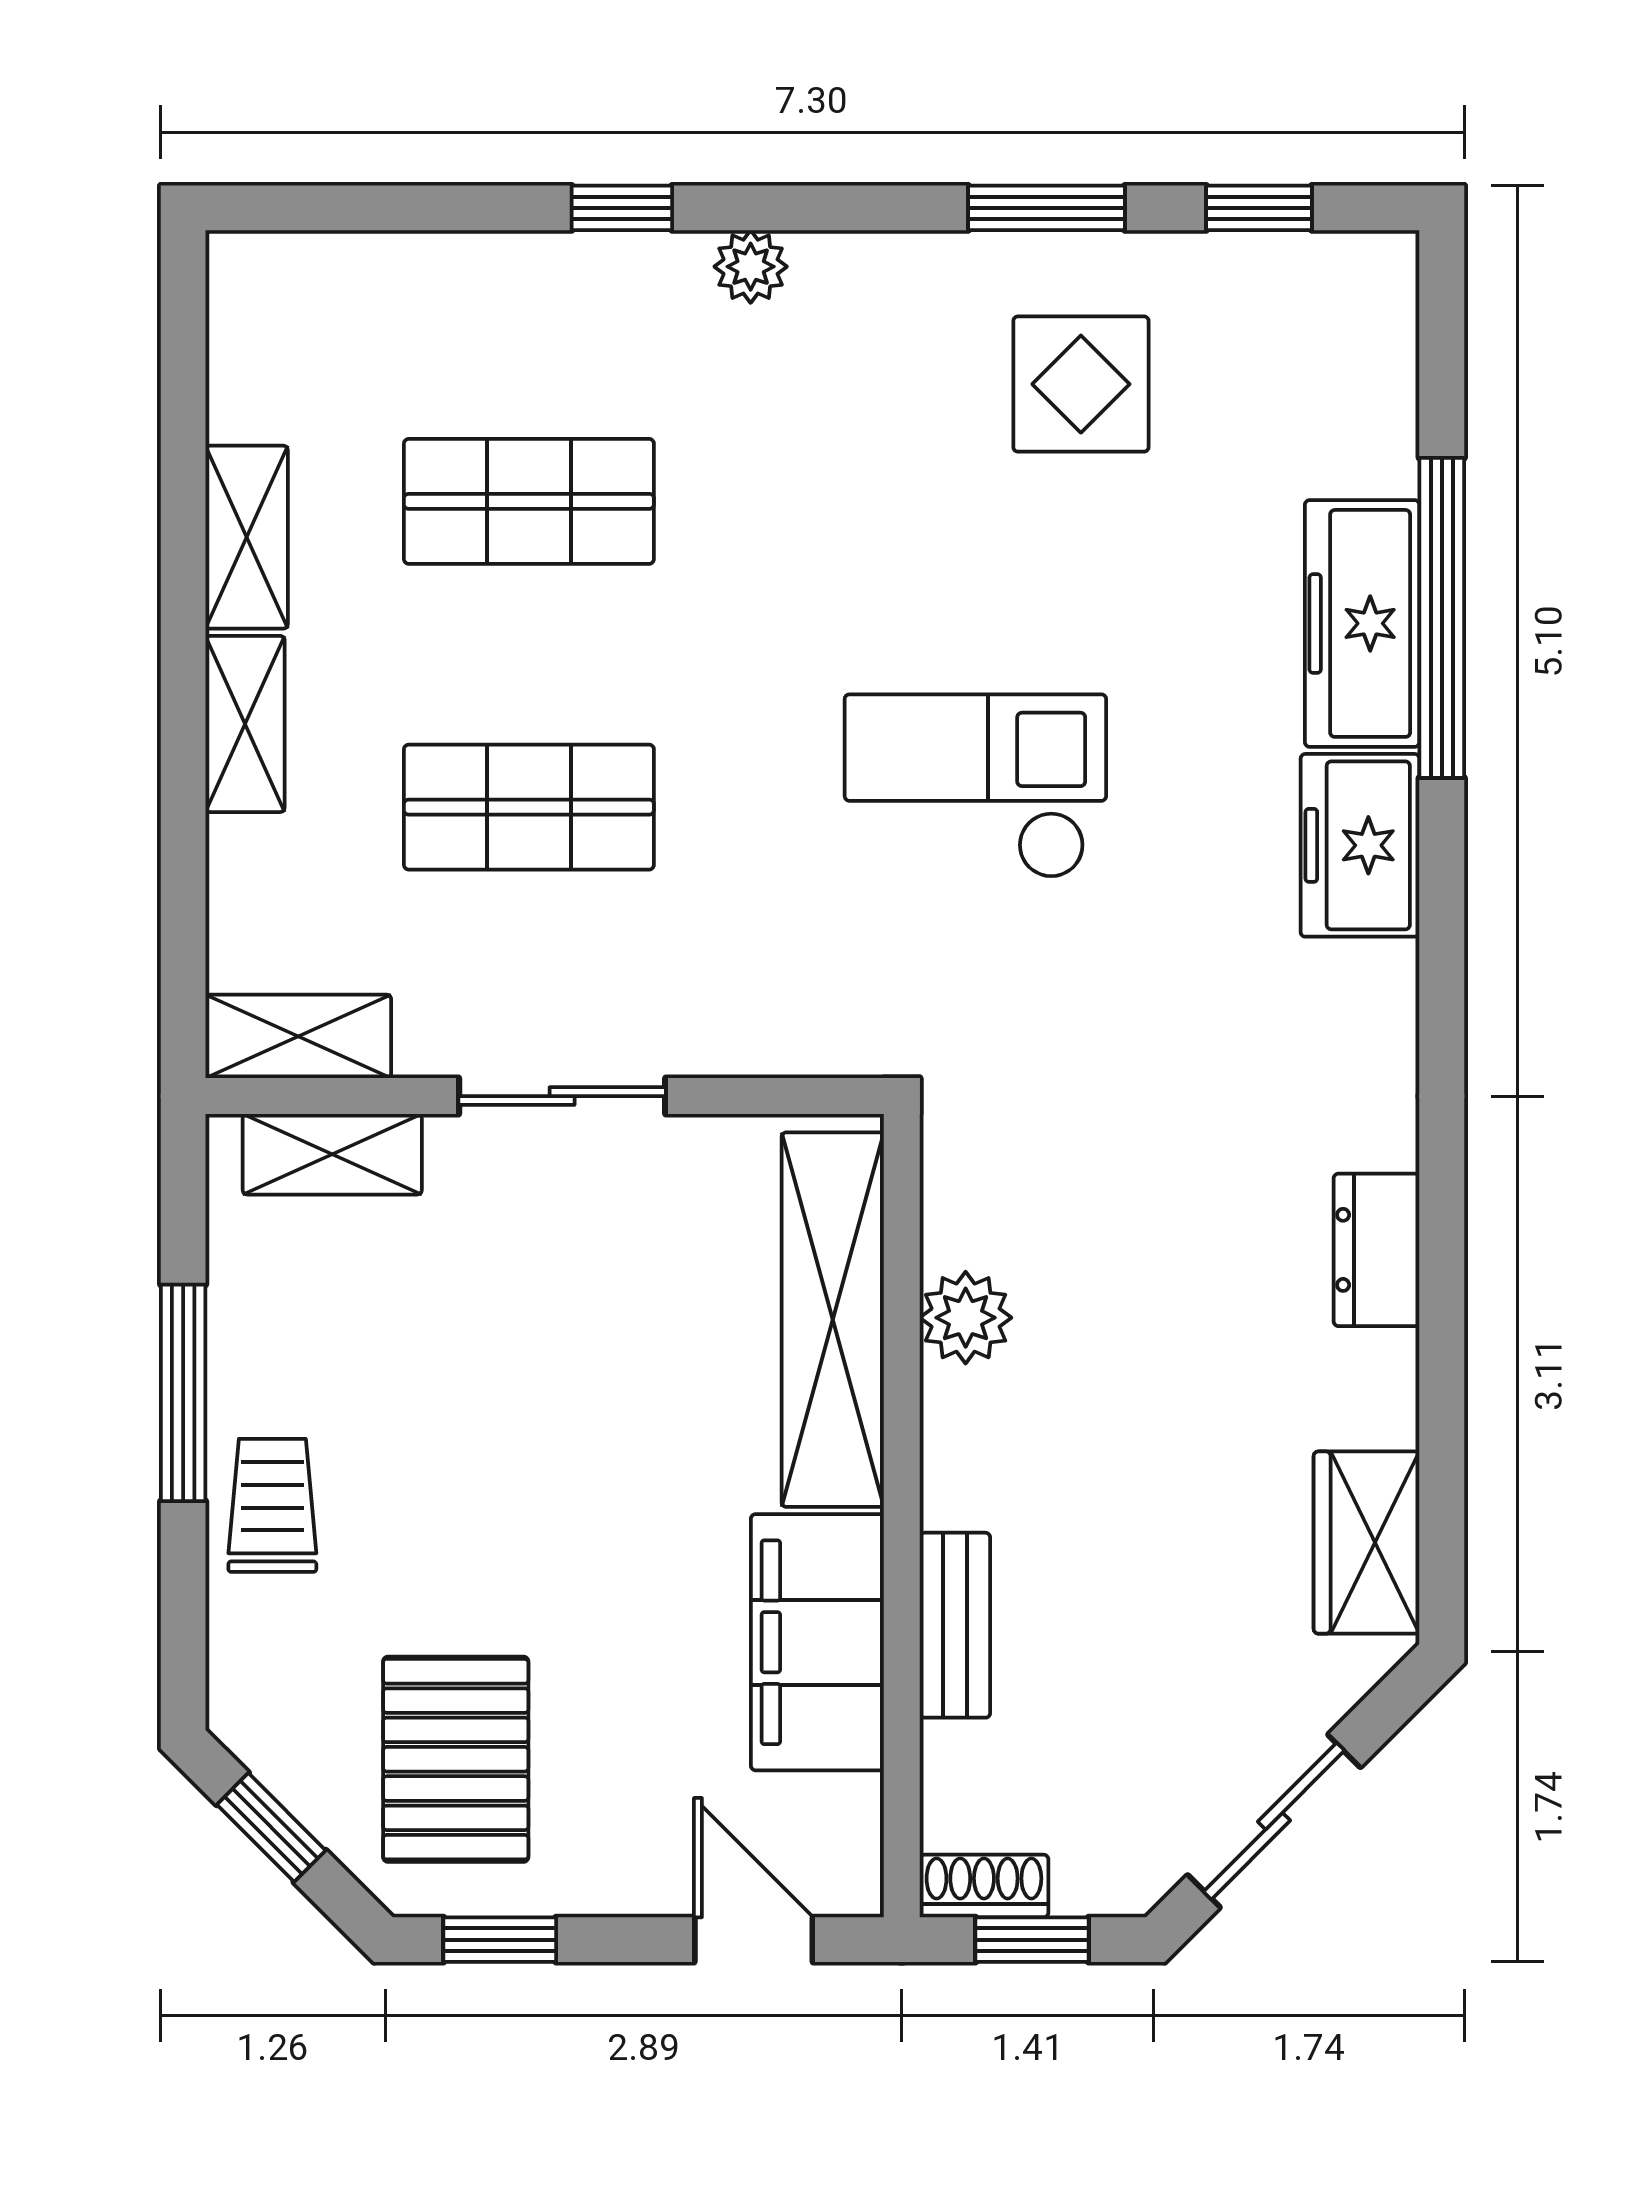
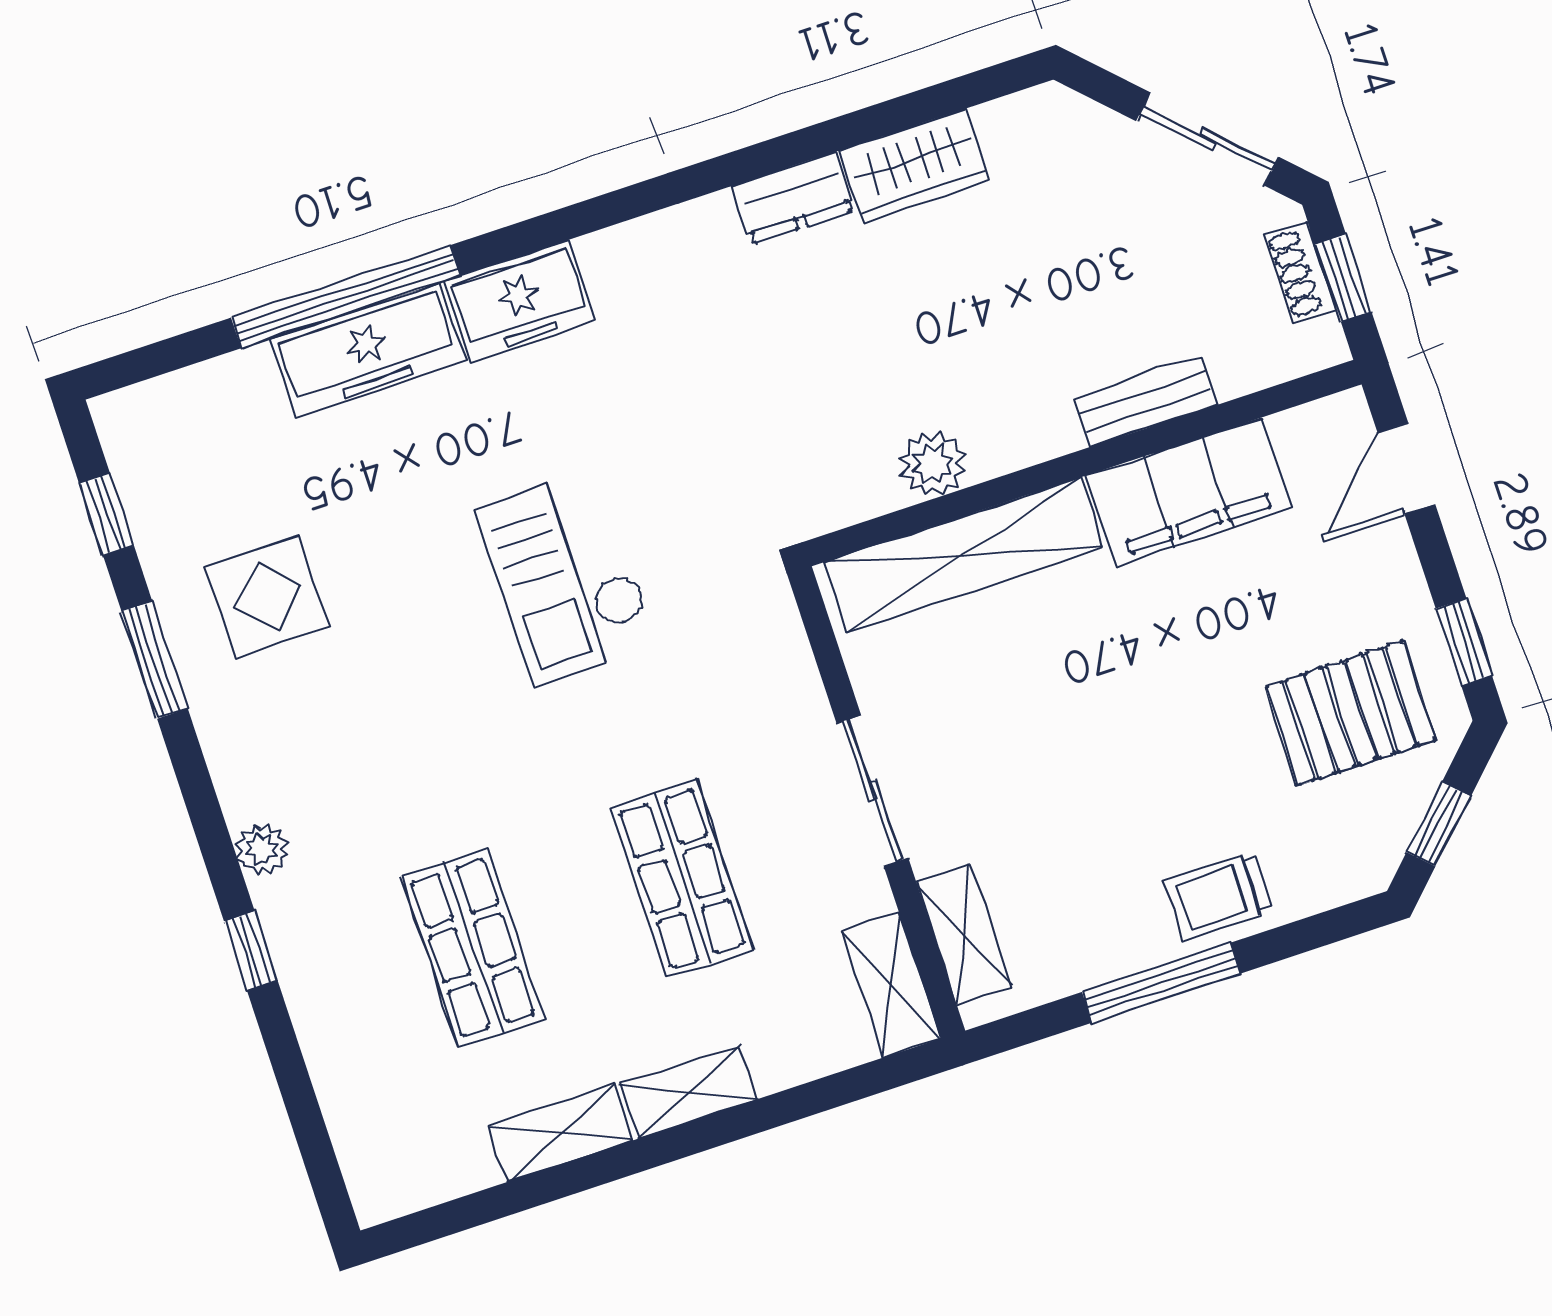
wardrobe: (1367, 1543) -> (915, 165), moved
shoe rack: (984, 1886) -> (1301, 272), moved

